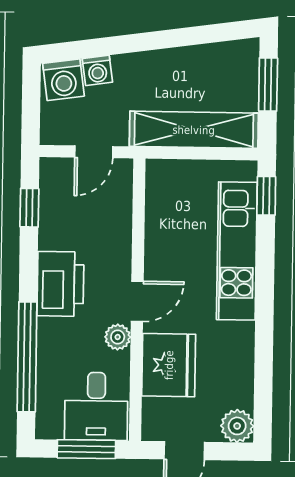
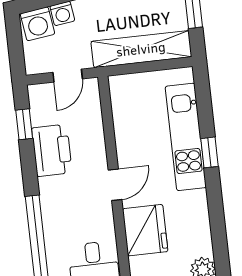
window: (266, 196) -> (209, 152), moved
printer: (60, 284) -> (52, 150), moved
plant: (118, 337) -> (104, 214), removed

